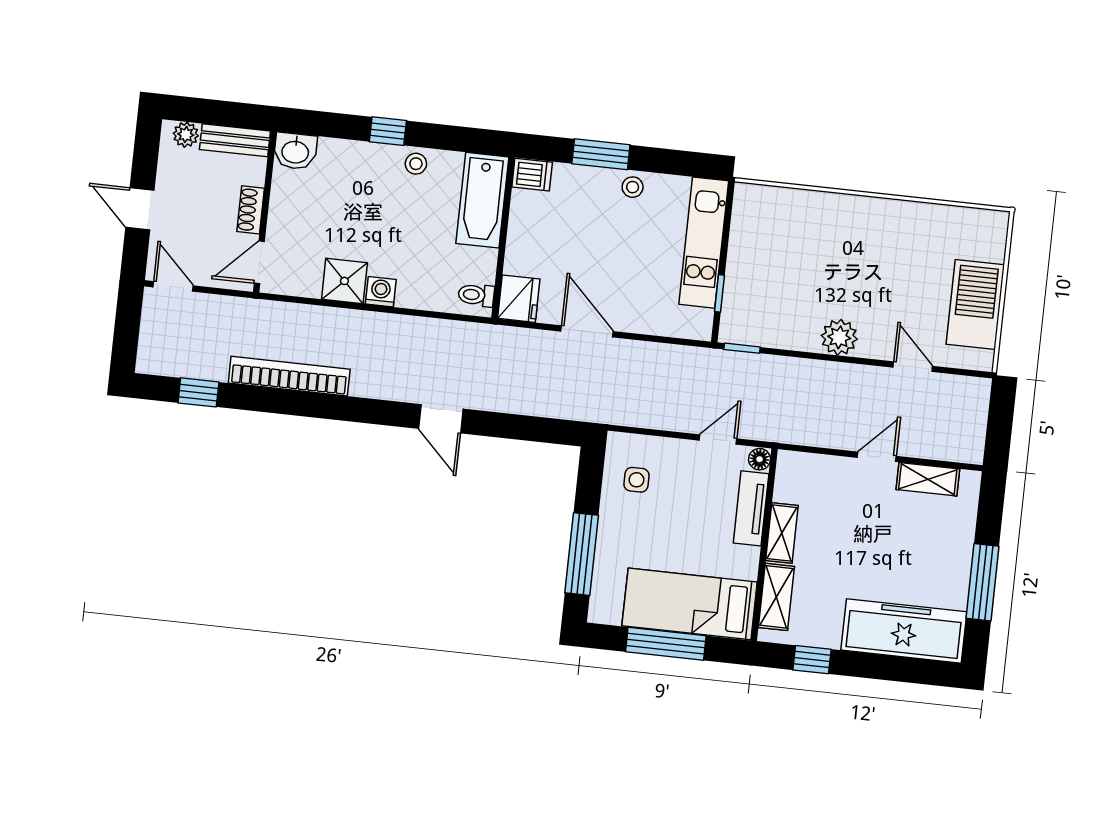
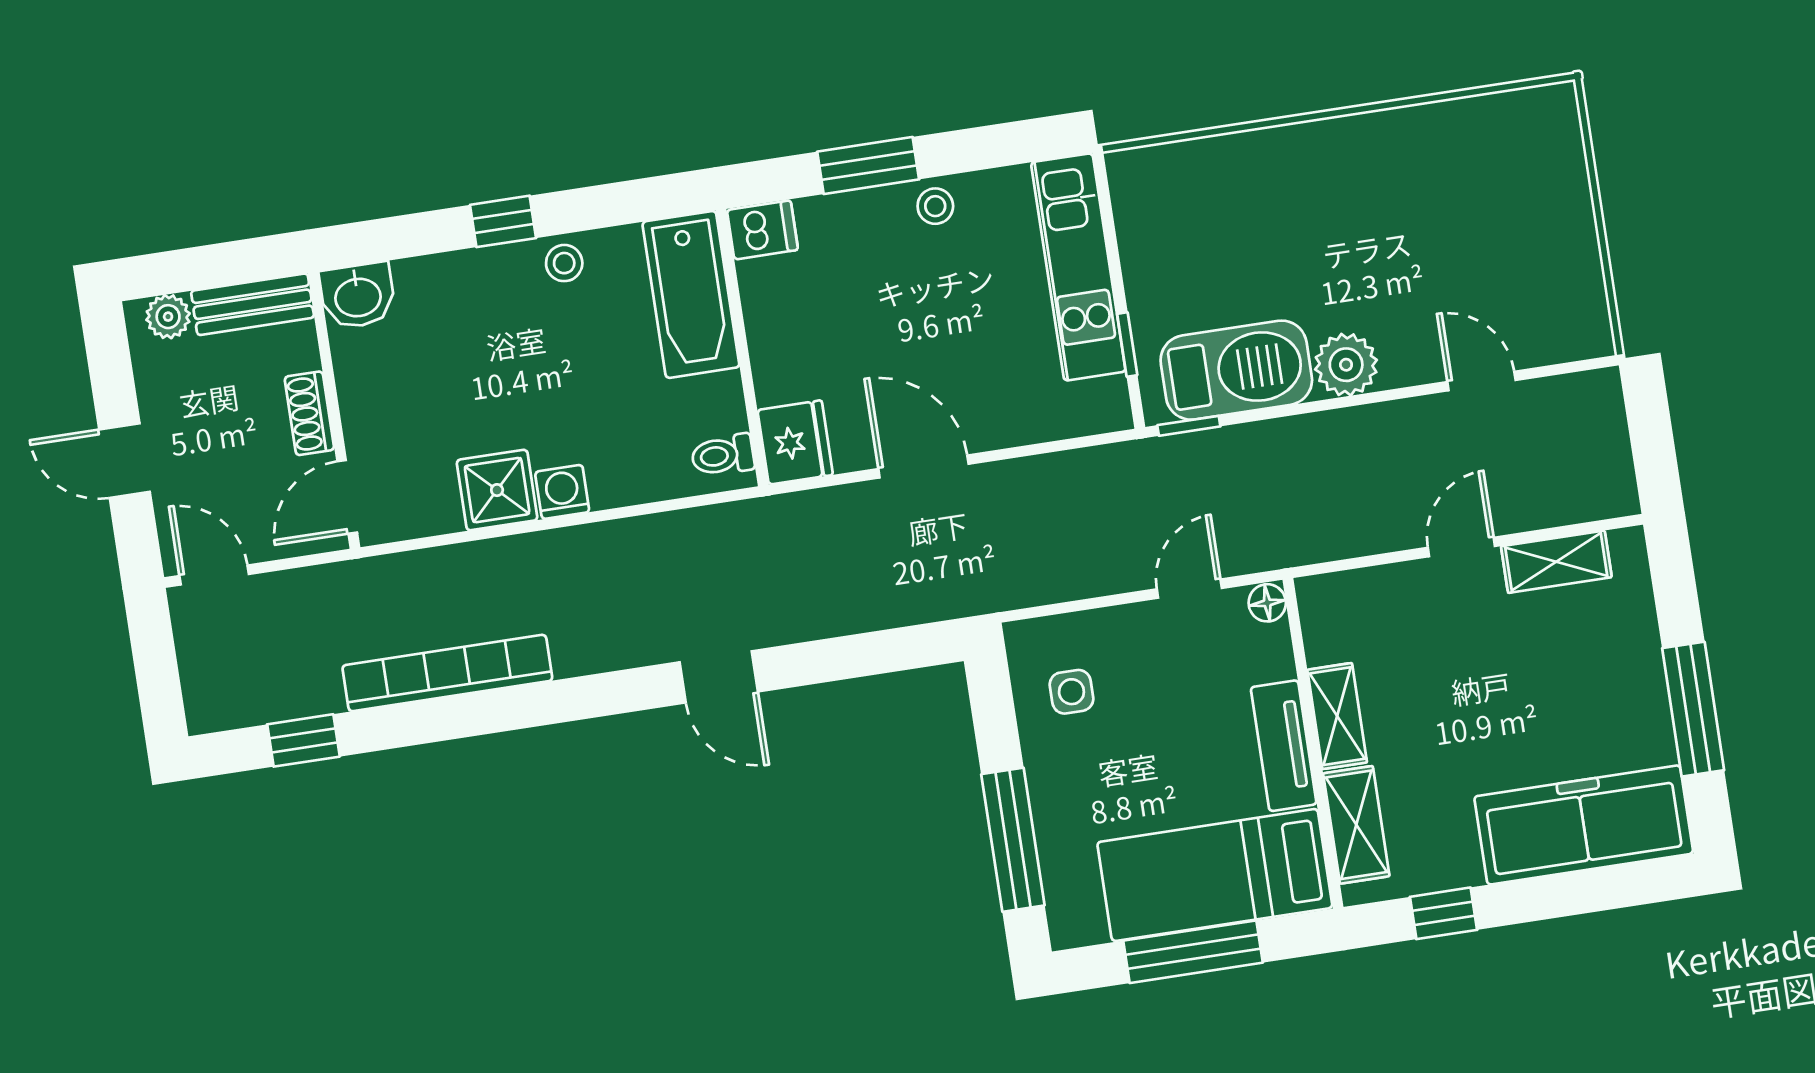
barbecue: (975, 304) -> (1236, 370), moved, turned 90
tv unit: (751, 508) -> (1284, 746), moved

